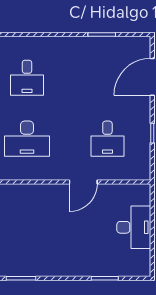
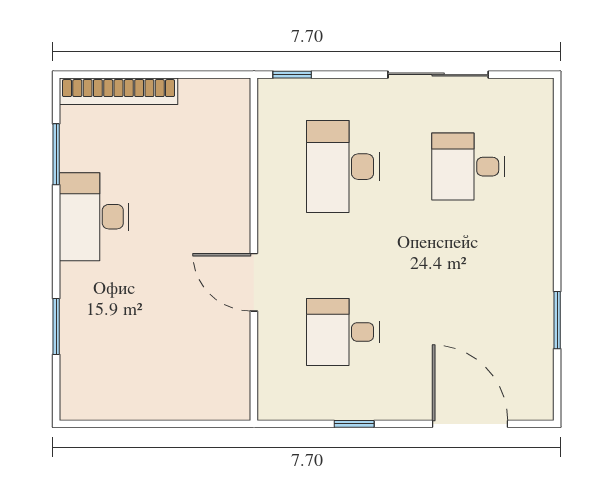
desk: (134, 227) -> (94, 217), moved, turned 90

